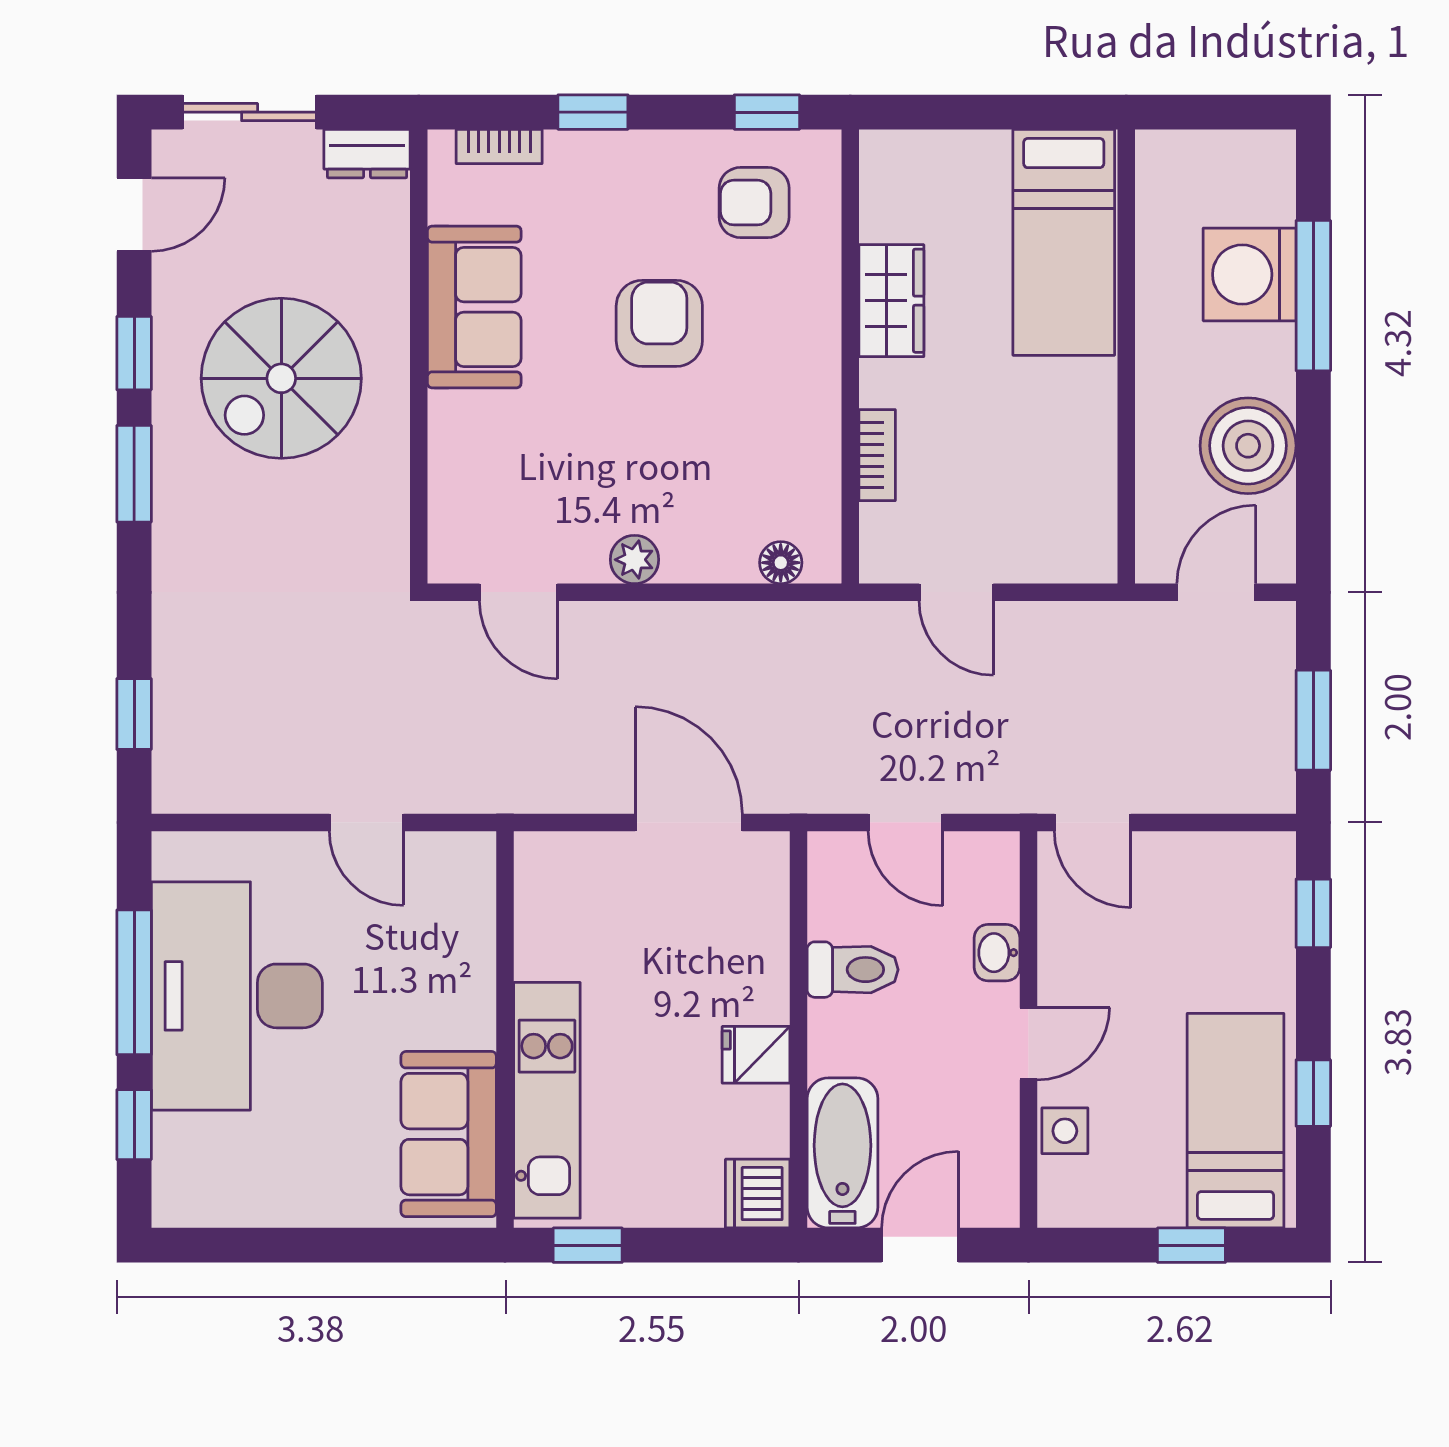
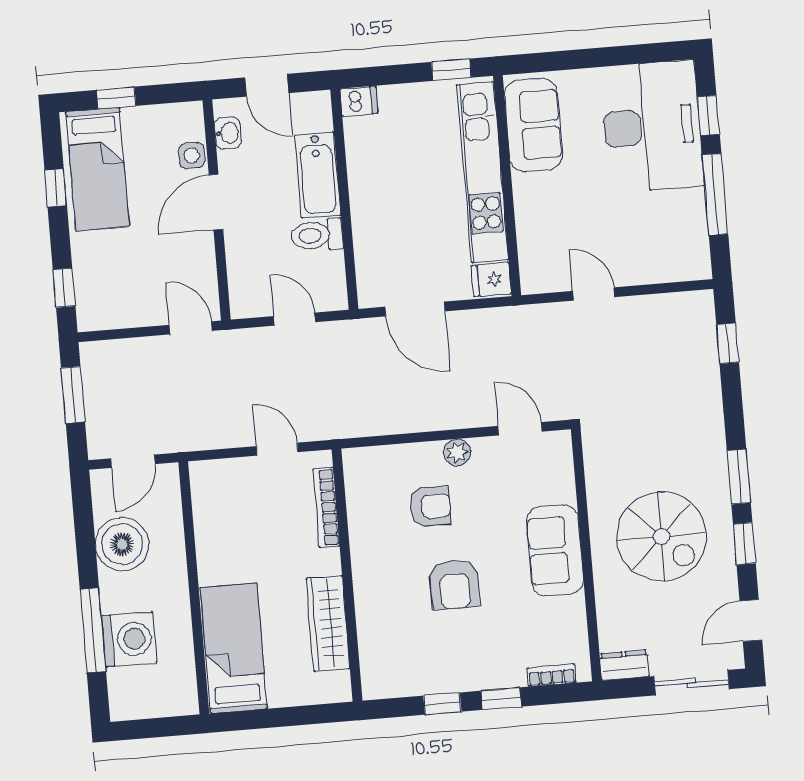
window: (767, 112) -> (442, 704), moved
armchair: (754, 203) -> (430, 506), moved
wardrobe: (891, 301) -> (328, 623), width x1.50
sofa: (474, 307) -> (555, 550), moved
spiral stairs: (281, 378) -> (662, 536), turned 90
bookcase: (877, 455) -> (326, 507), width x1.56
floor lamp: (781, 563) -> (376, 457), removed
washbasin: (997, 953) -> (228, 133), moved
desk: (237, 996) -> (652, 126), moved
door: (1029, 1044) -> (216, 202), width x1.37
fridge: (756, 1055) -> (491, 280), moved, turned 180
kitchen unit: (547, 1100) -> (483, 172), width x1.36
bathtub: (842, 1153) -> (318, 175), moved
dishwasher: (758, 1194) -> (359, 101), width x0.73
door: (920, 1245) -> (267, 85), hinge flipped

